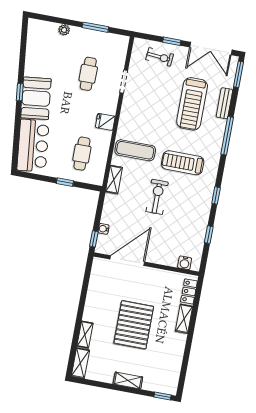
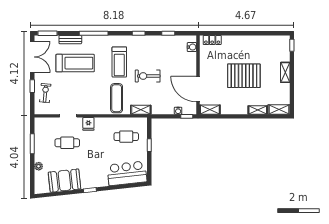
booth: (36, 98) -> (64, 181), moved
fridge: (105, 122) -> (88, 124), moved
shelving: (184, 319) -> (210, 110), moved

